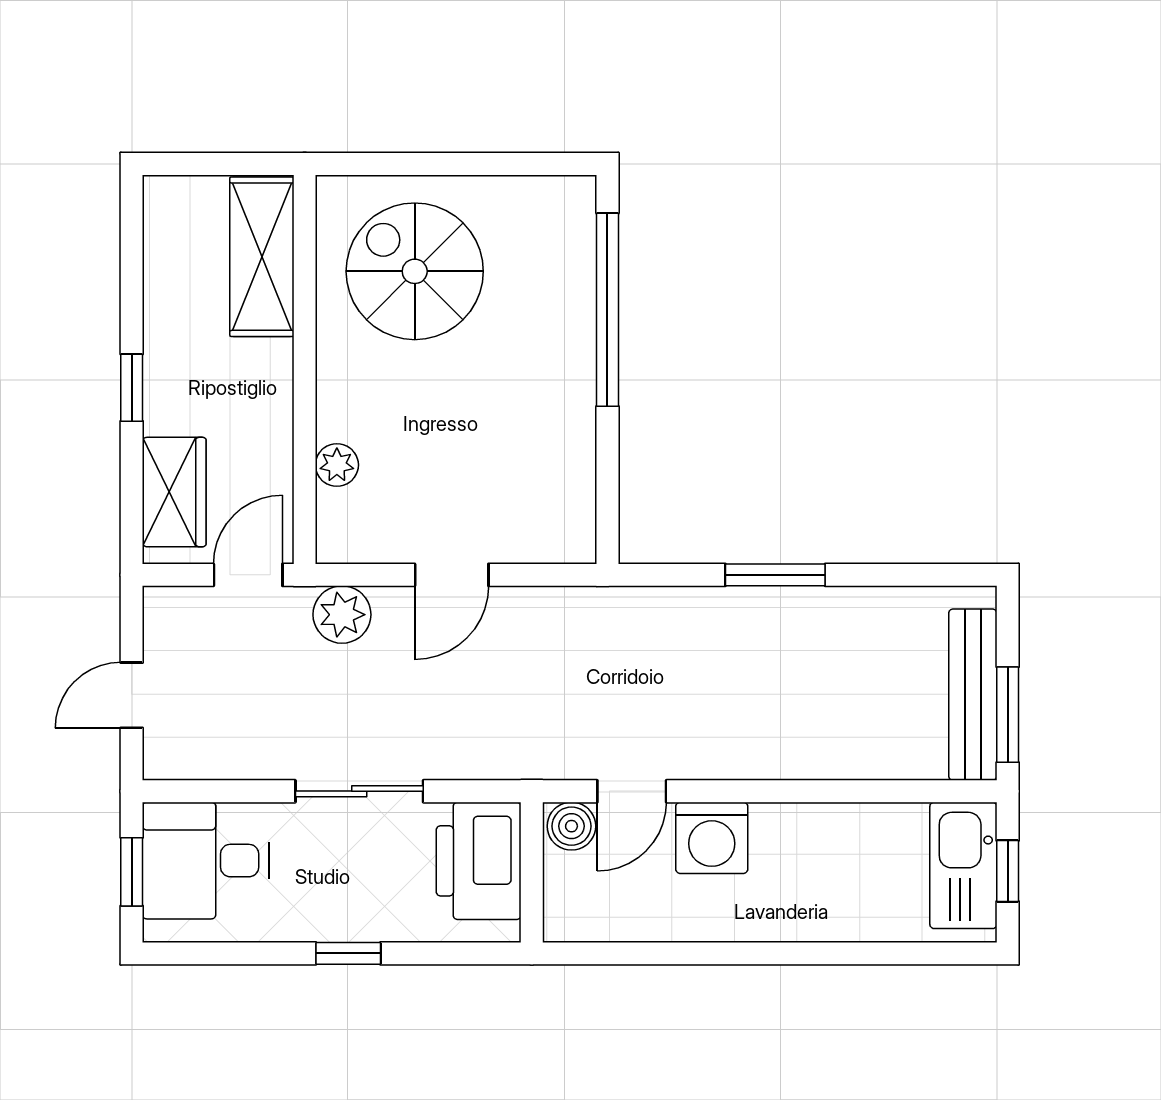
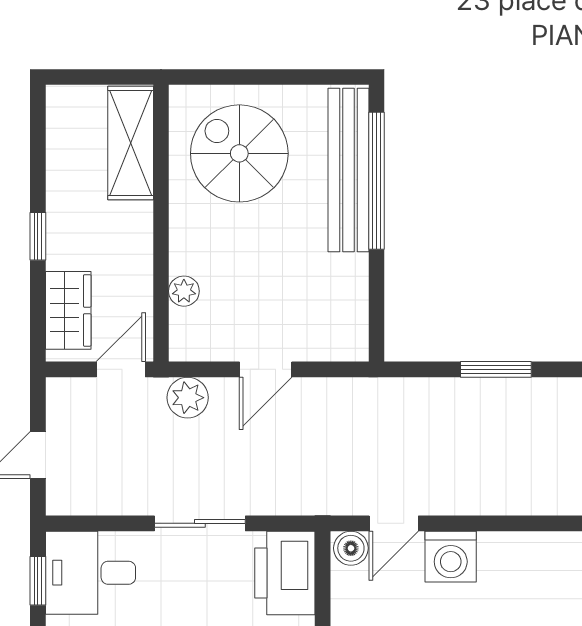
bench: (568, 295) -> (348, 170), added

